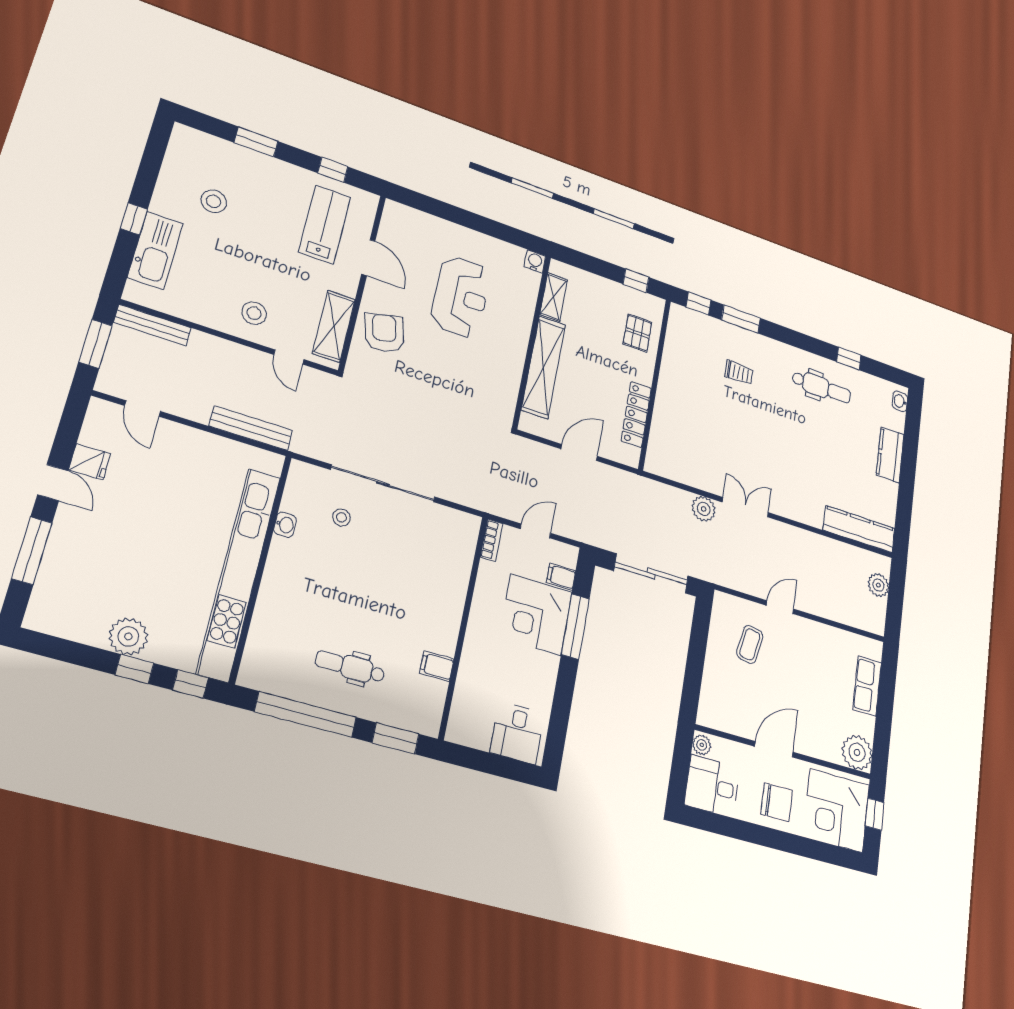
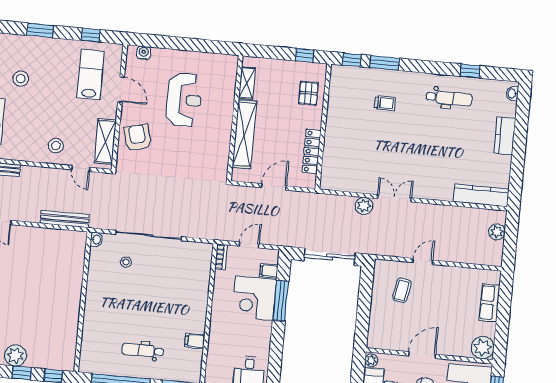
water cooler: (535, 261) -> (144, 53), moved
washbasin: (285, 525) -> (96, 240), moved
kitchen unit: (239, 574) -> (71, 308), removed

